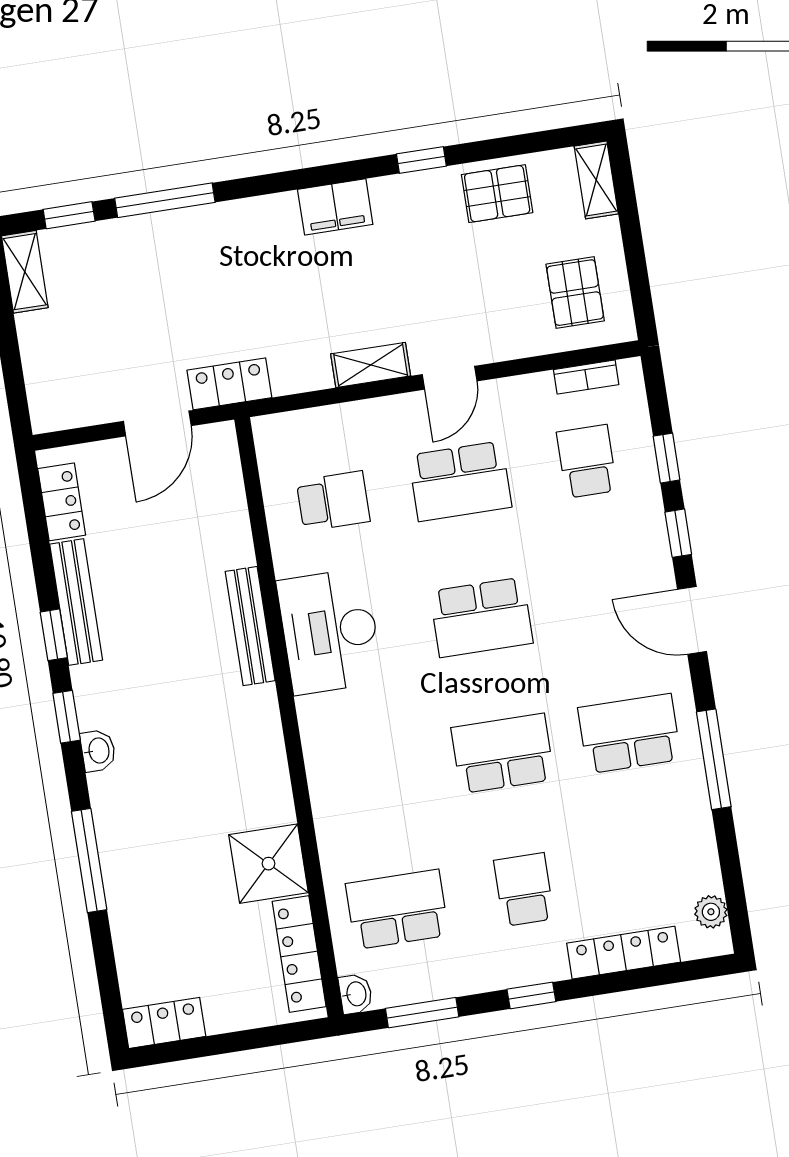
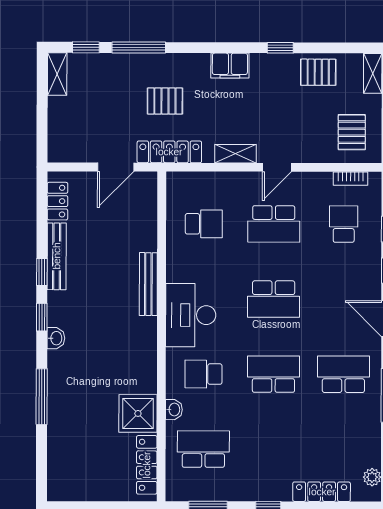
pallet: (228, 290) -> (165, 101), added
locker: (229, 384) -> (169, 152), width x1.53
desk: (330, 631) -> (191, 315), moved
school desk: (524, 890) -> (203, 374), moved, turned -90
washbasin: (356, 994) -> (174, 410), moved
locker: (164, 1023) -> (68, 490), removed

